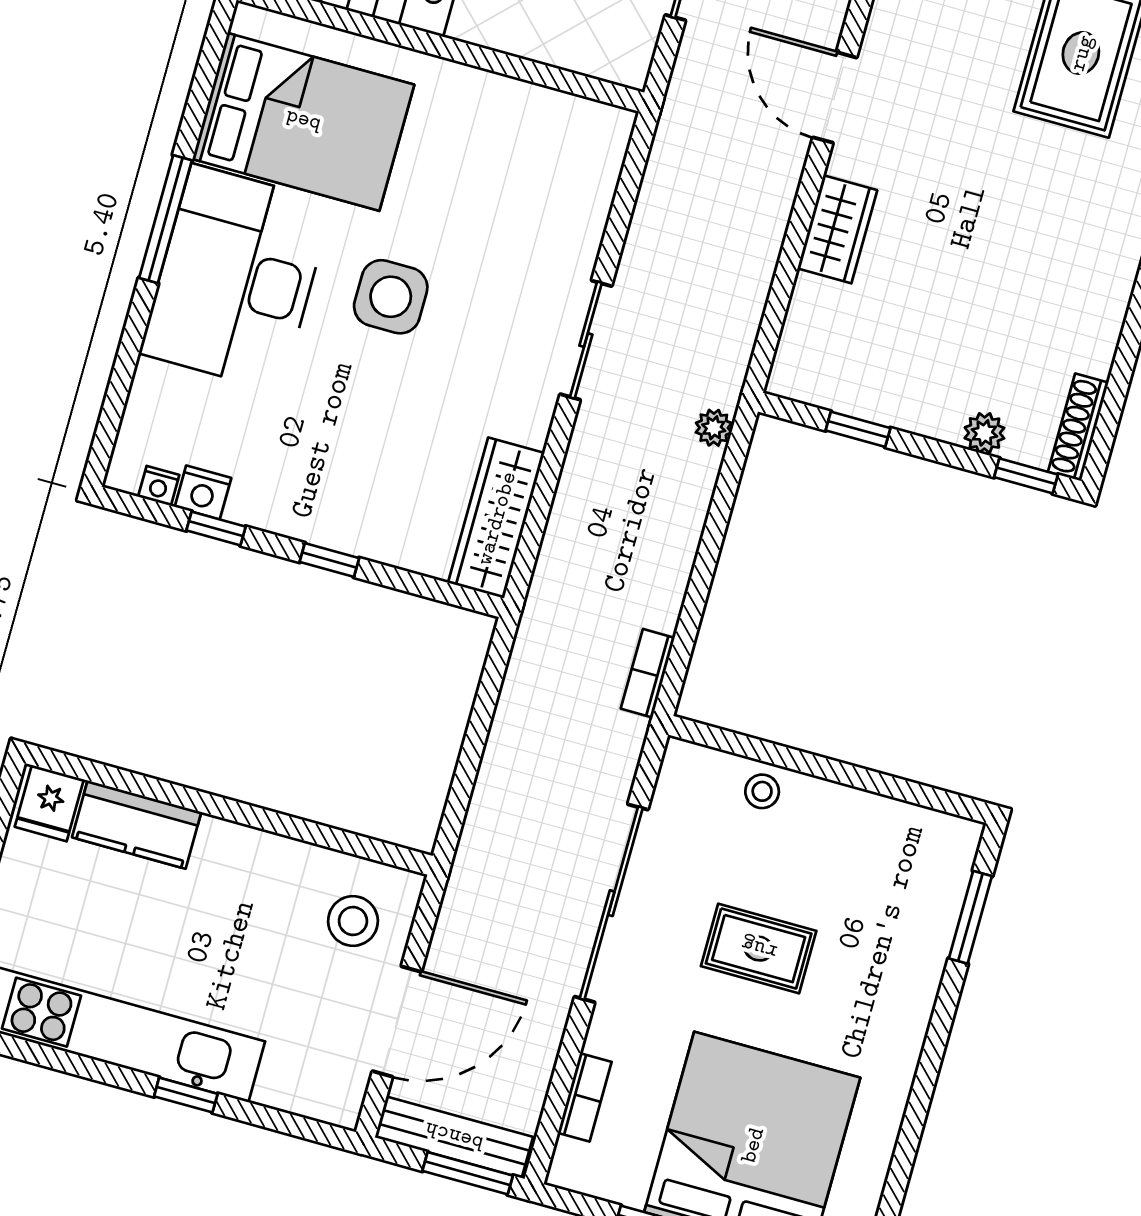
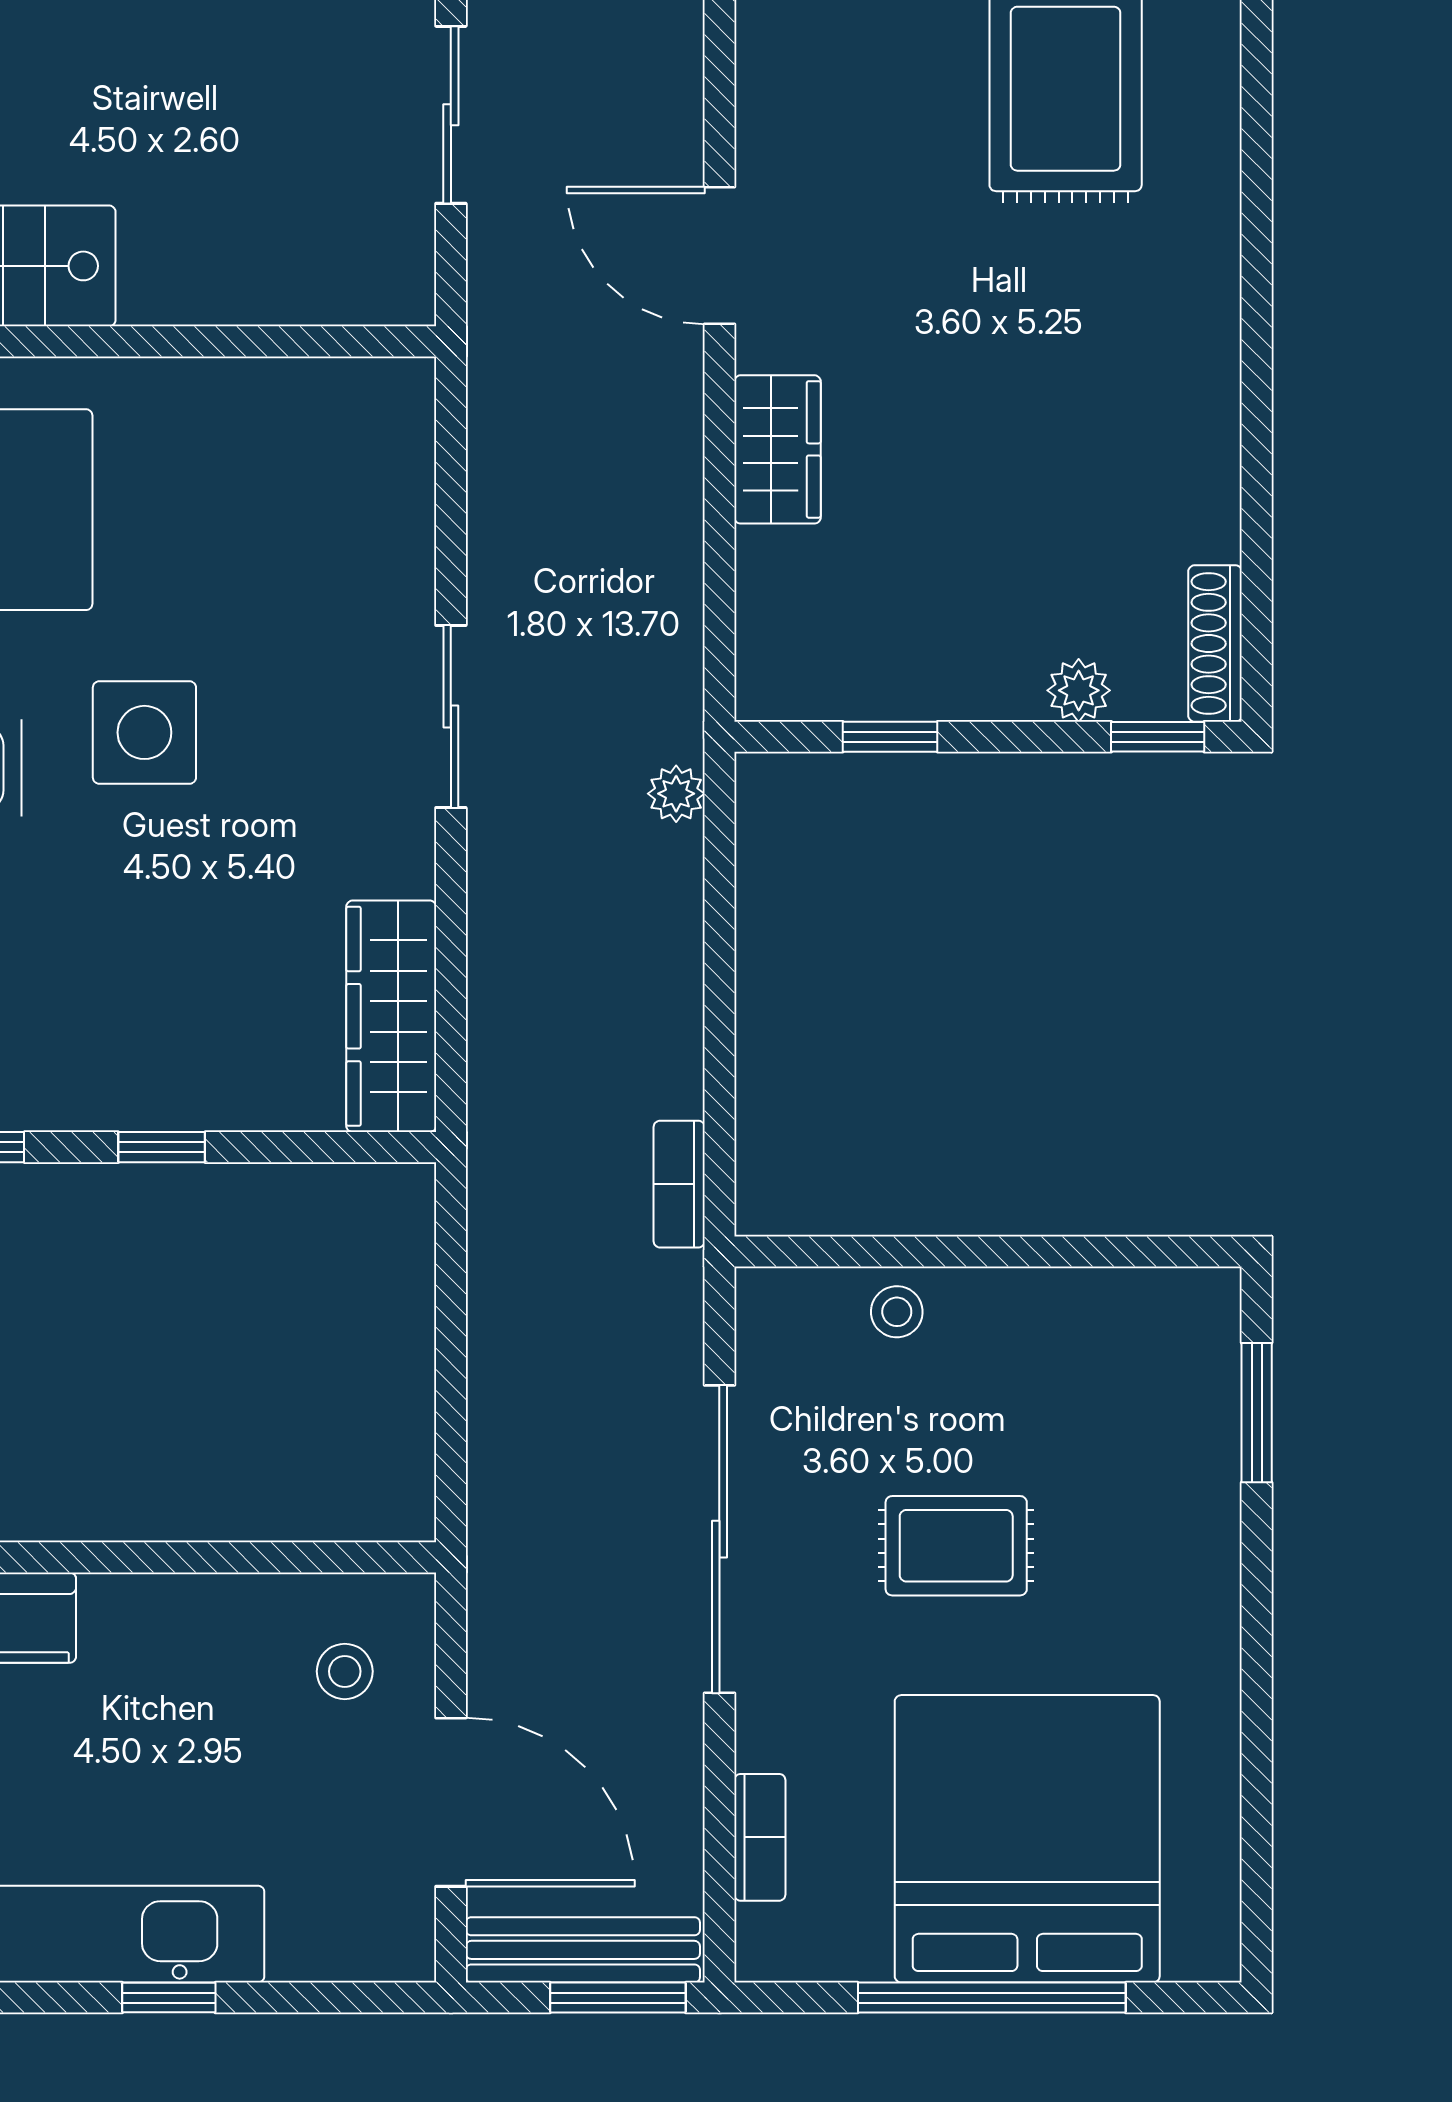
stool: (353, 921) -> (345, 1671), width x0.73, depth x0.73
door: (397, 1021) -> (451, 1802), hinge flipped

